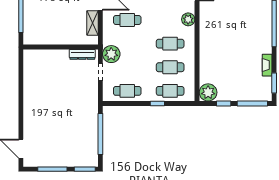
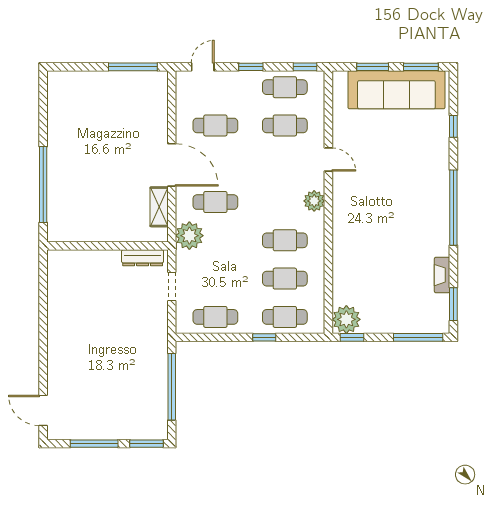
plant: (111, 54) -> (189, 236), moved
window: (224, 103) -> (352, 337), moved

